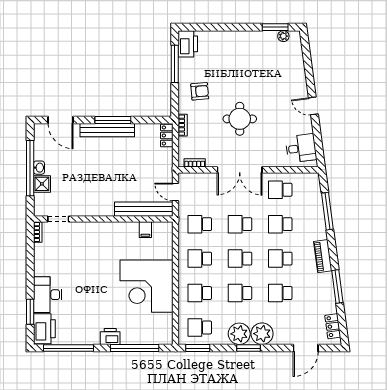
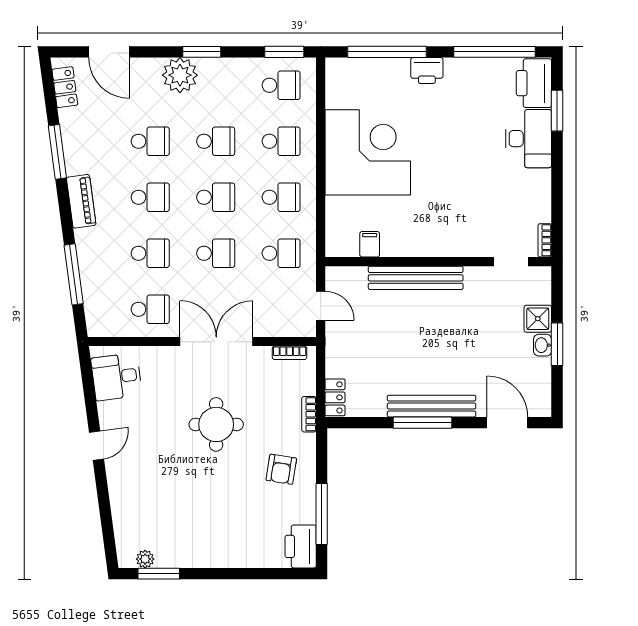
armchair: (200, 91) -> (281, 469), turned -76
door: (313, 106) -> (96, 446), hinge flipped
window: (30, 168) -> (557, 344), width x0.47
bench: (144, 209) -> (416, 278), moved
plant: (239, 334) -> (217, 75), removed
door: (306, 348) -> (109, 52), swing flipped

